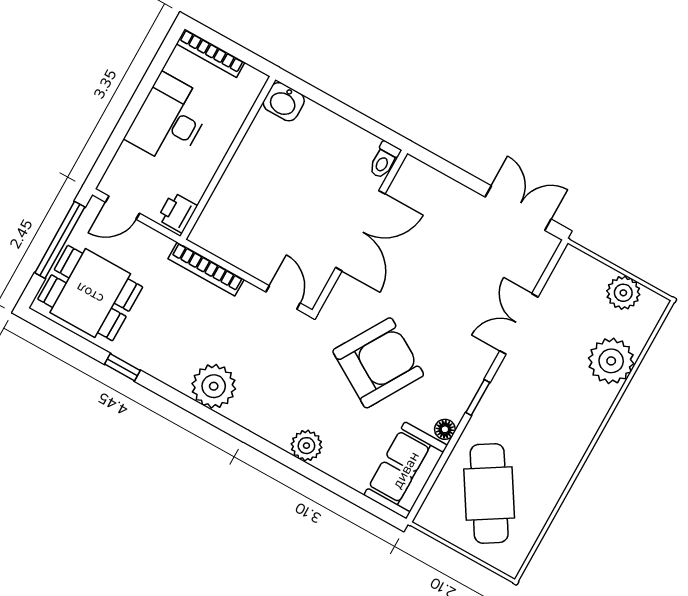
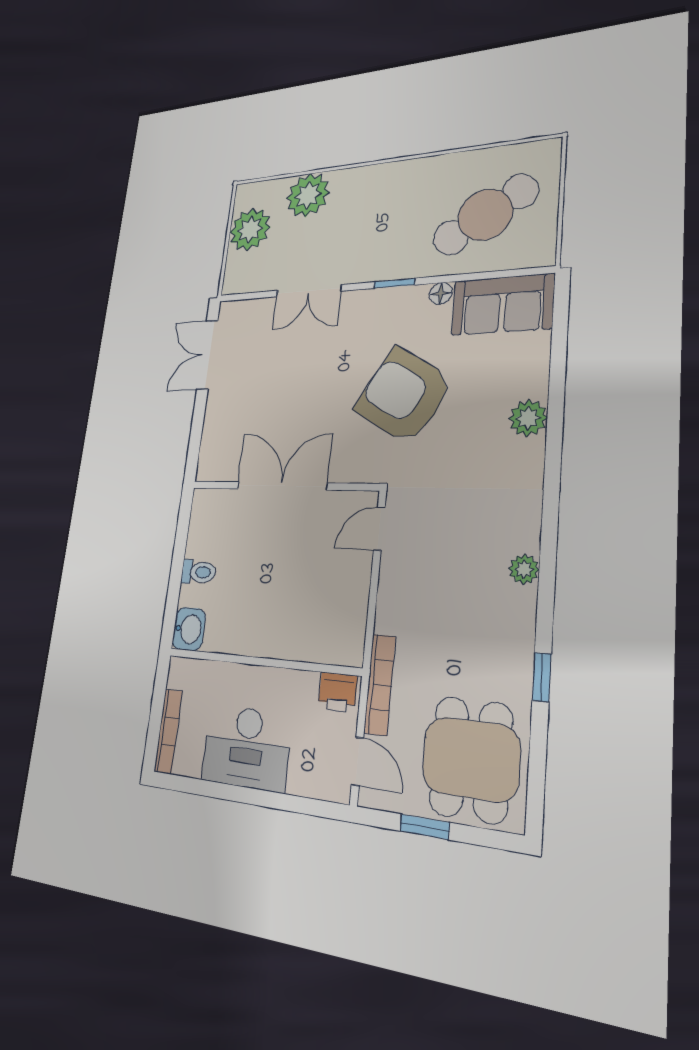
toilet: (384, 160) -> (199, 572), moved
window: (60, 240) -> (425, 827), width x0.46
bookcase: (206, 269) -> (380, 685), moved
plant: (623, 293) -> (250, 230), width x1.36, depth x1.36
plant: (214, 386) -> (524, 569), width x0.53, depth x0.53

